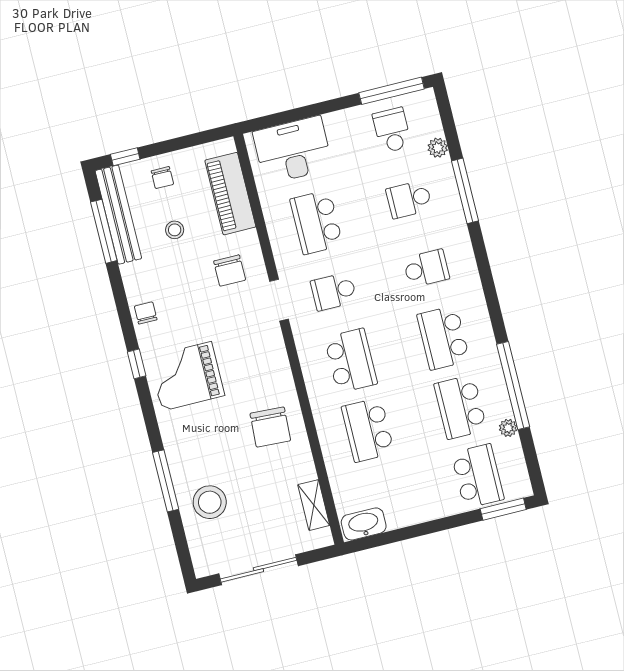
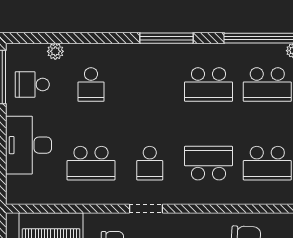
desk: (293, 150) -> (29, 145), moved
window: (465, 191) -> (167, 38), moved
school desk: (426, 269) -> (150, 84), removed

